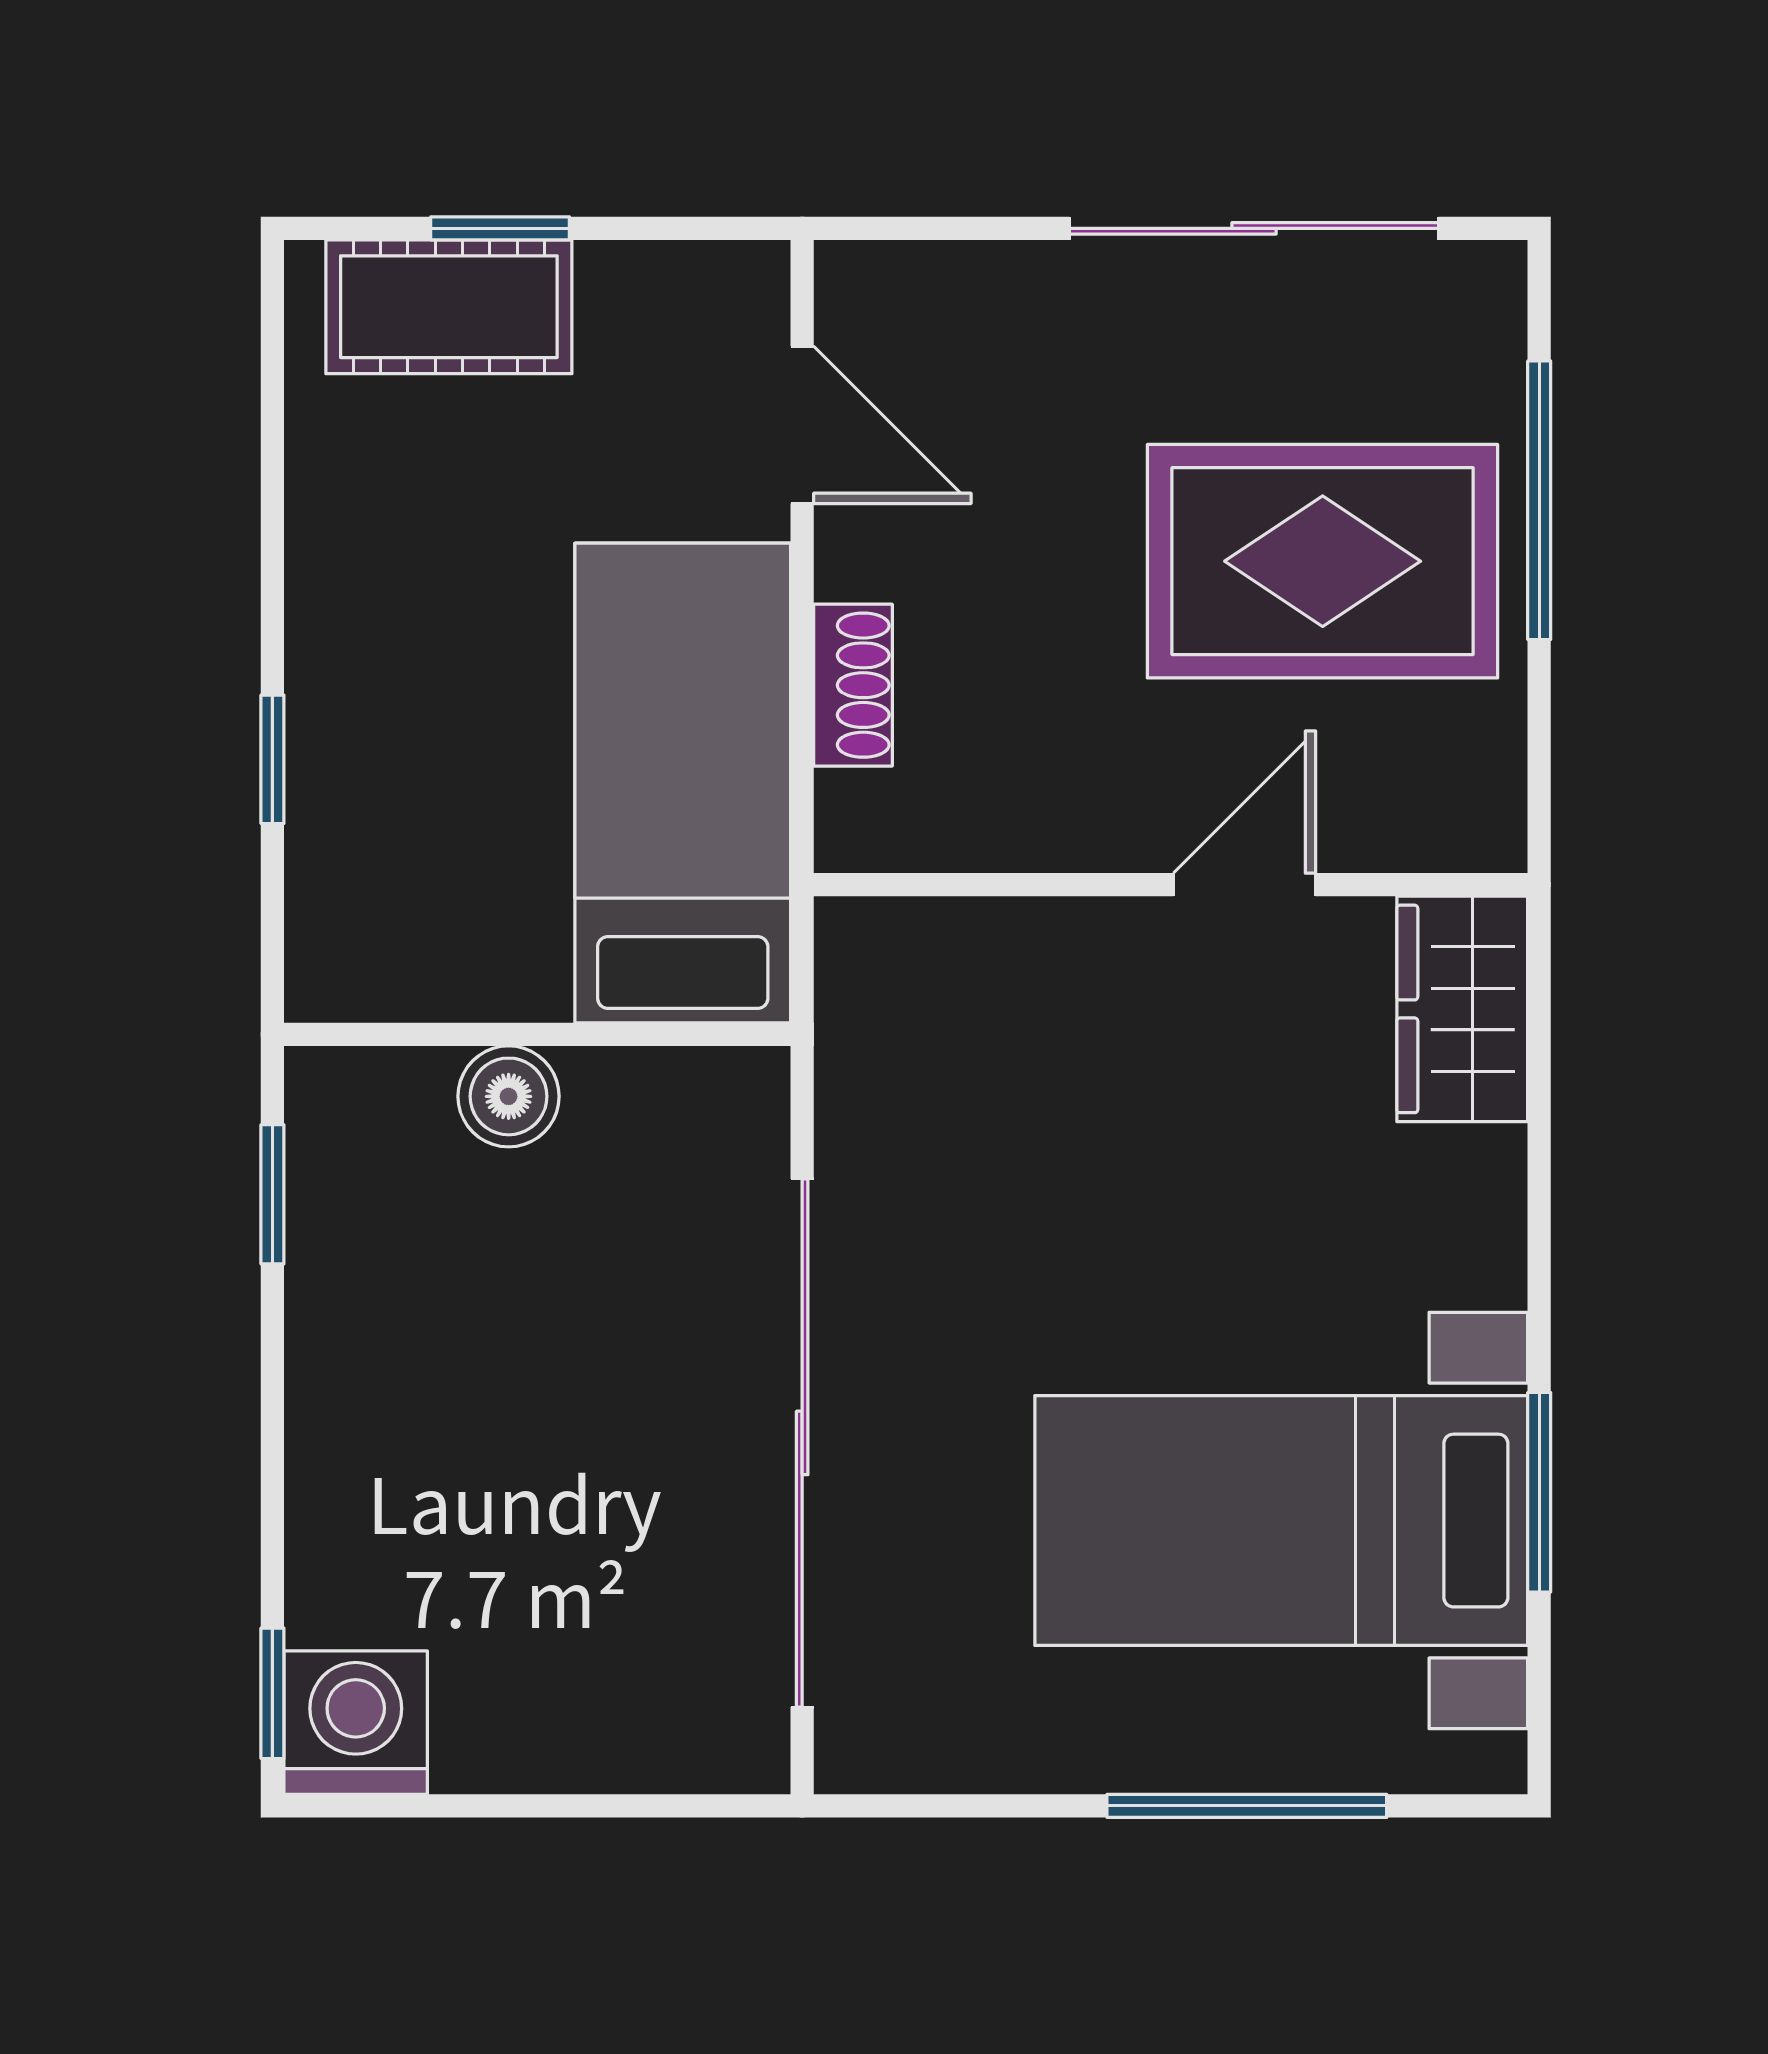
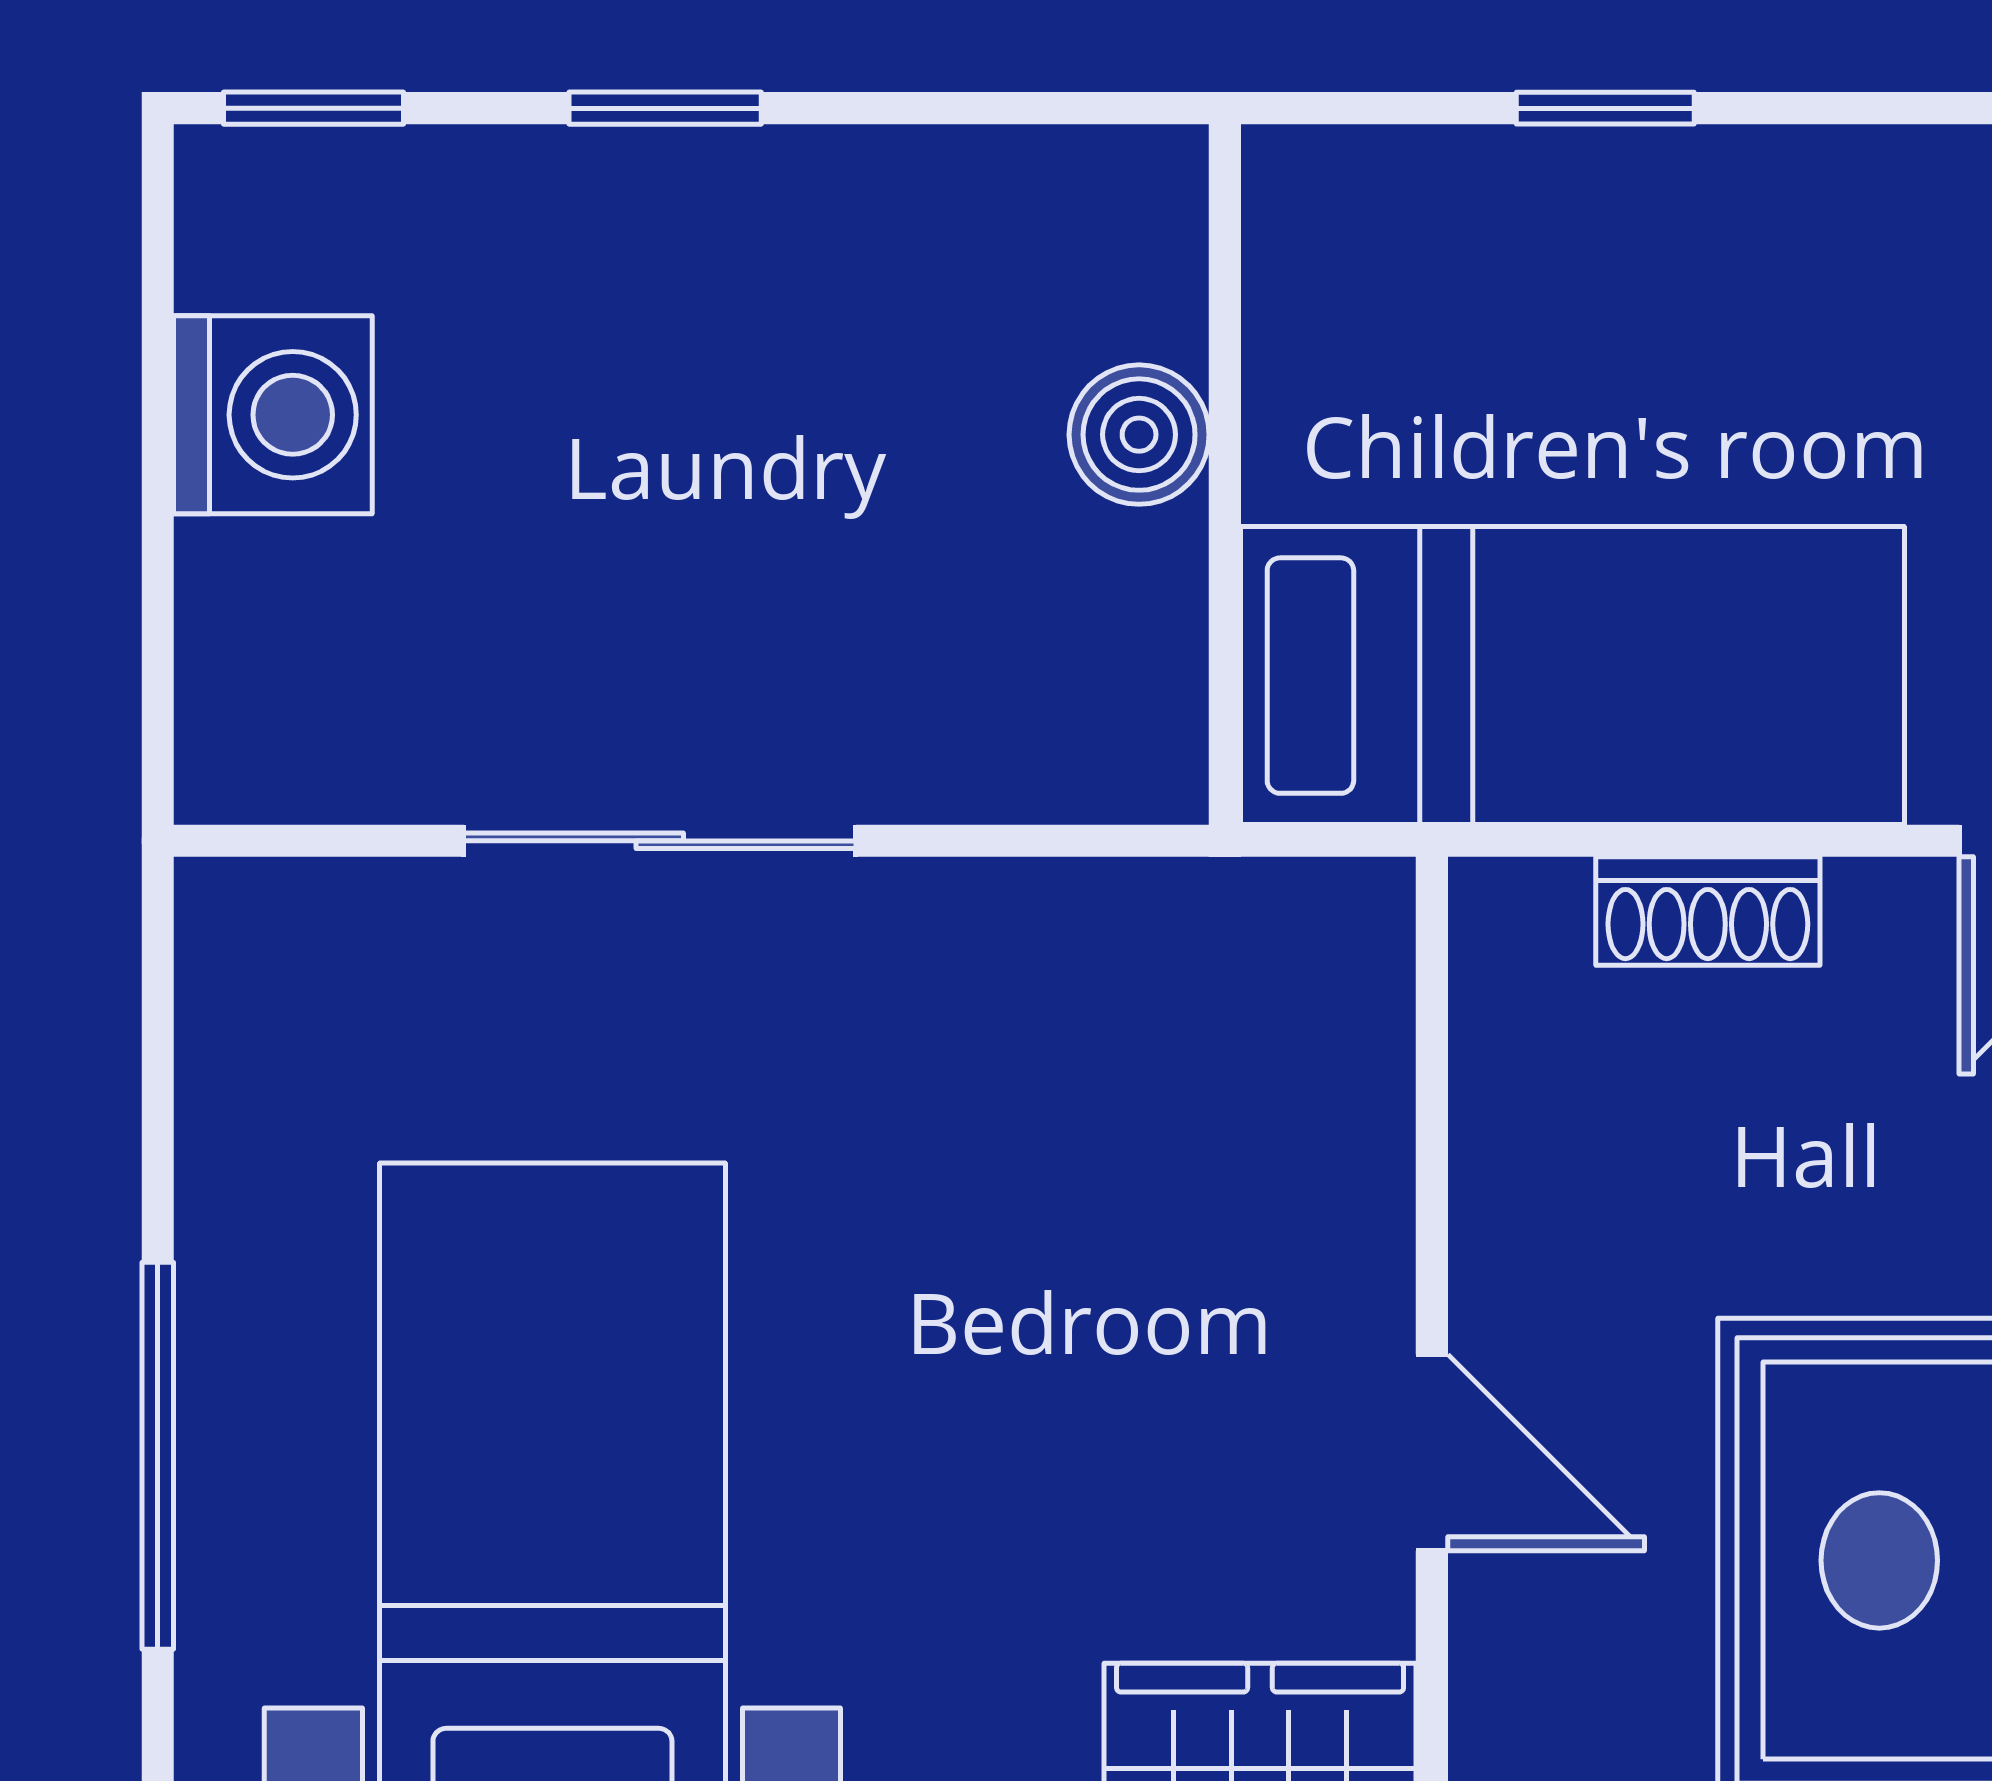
window: (272, 1194) -> (665, 108), moved
sliding door: (802, 1443) -> (660, 841), width x0.54
washing machine: (356, 1723) -> (273, 415), moved

